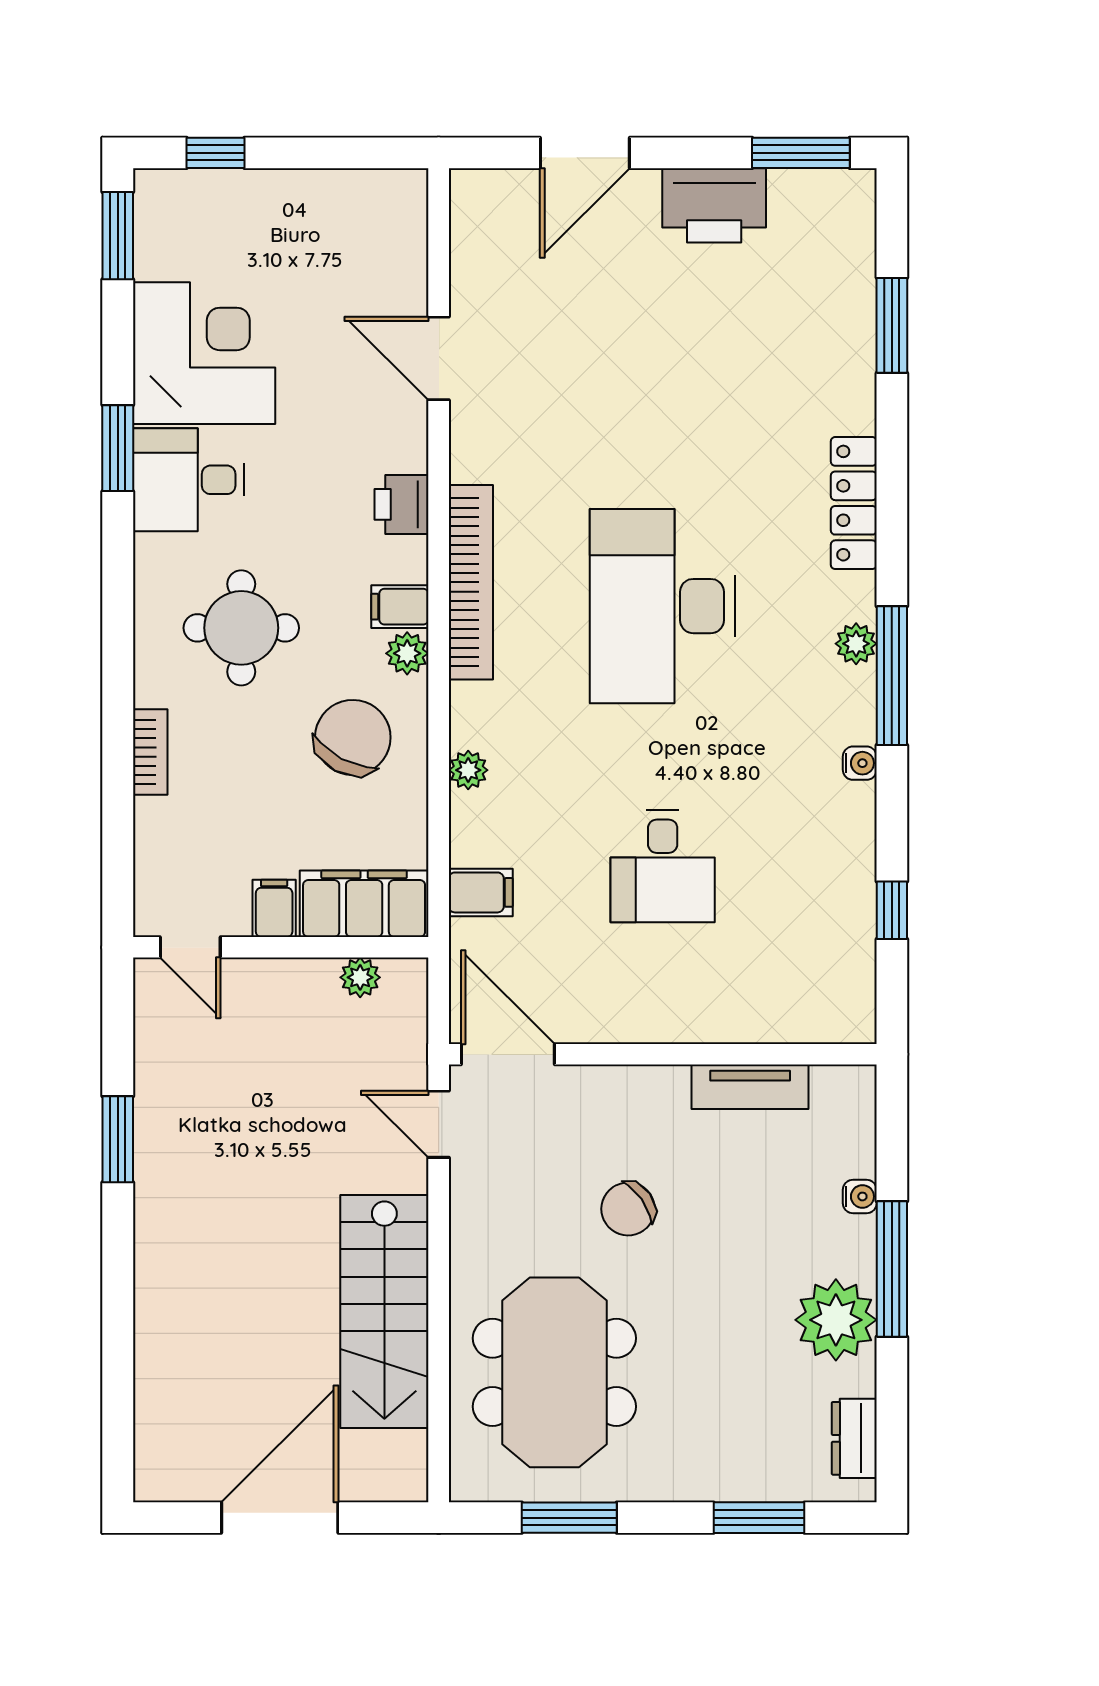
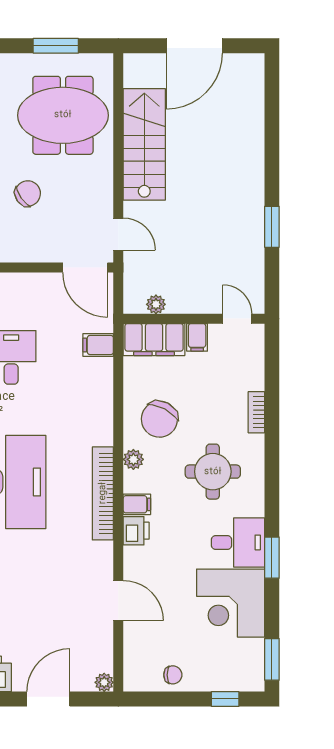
chair: (325, 203) -> (173, 675), added
filing cabinet: (400, 607) -> (137, 504), moved
plant: (468, 770) -> (104, 682), moved
meeting table: (554, 1372) -> (63, 115), turned 90

